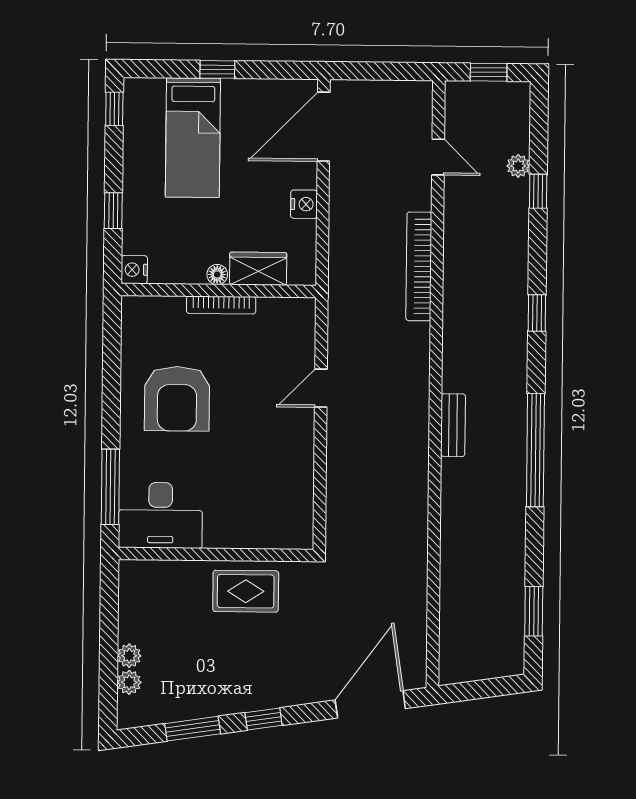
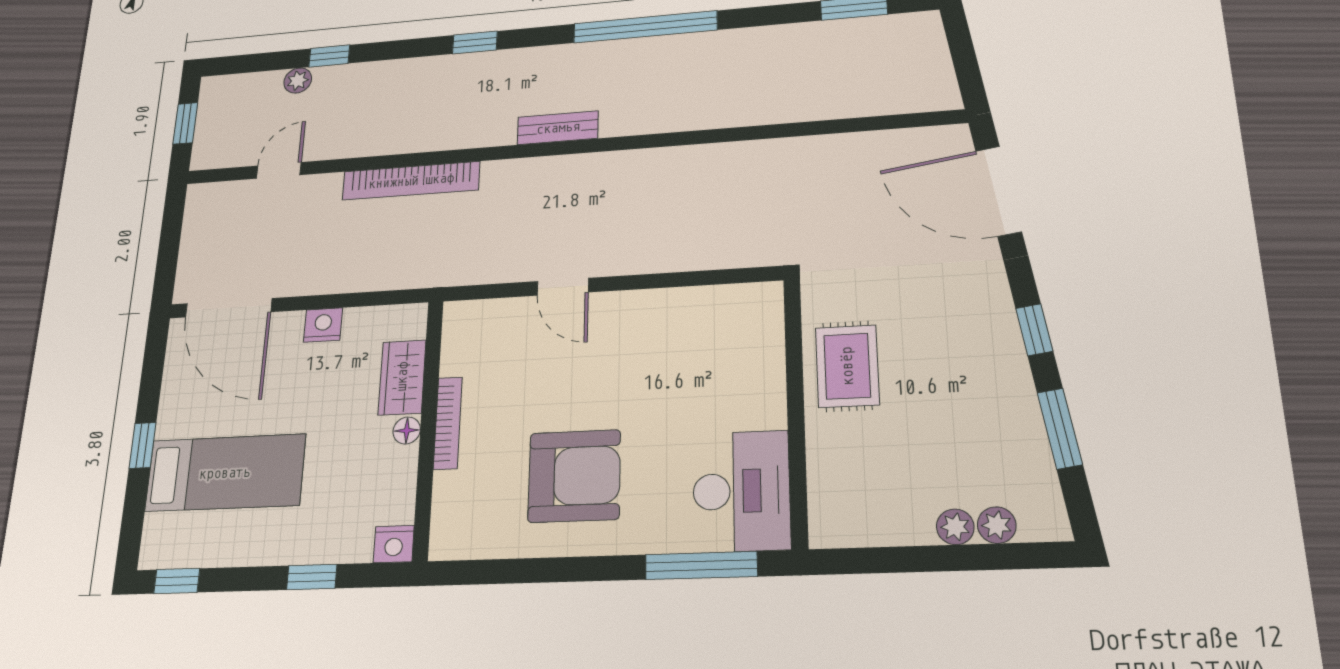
bench: (453, 425) -> (558, 128), moved

